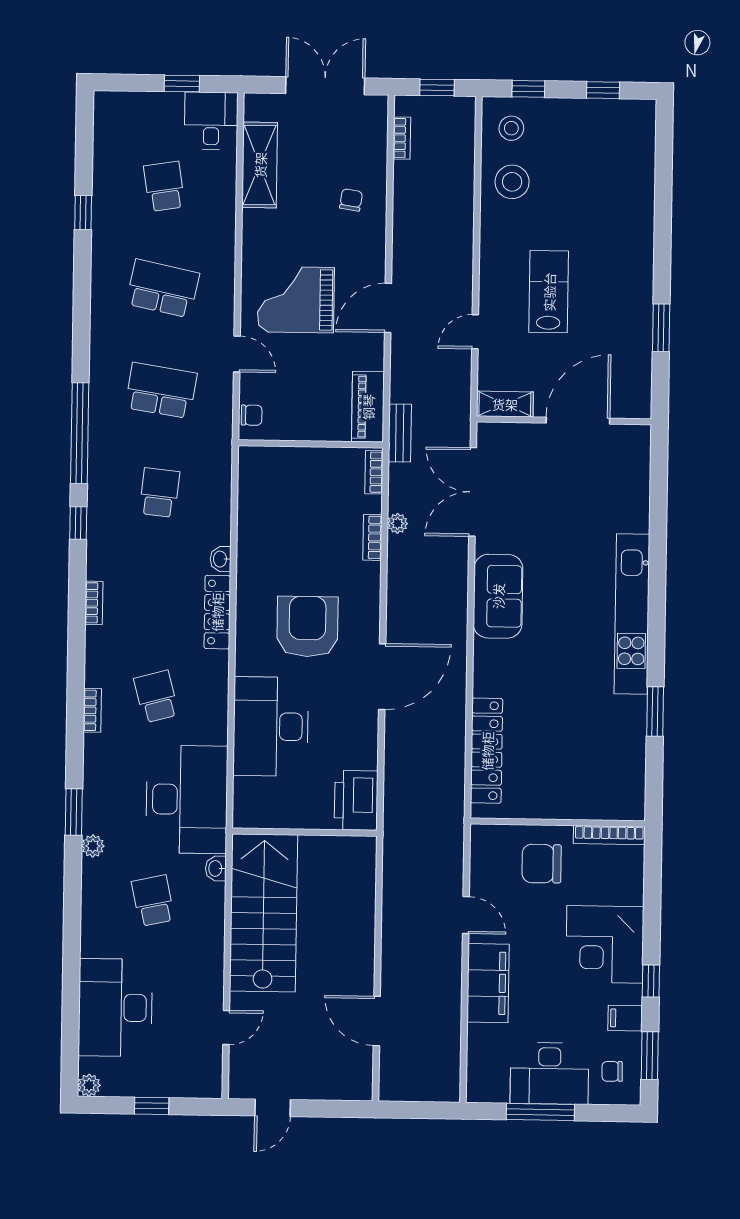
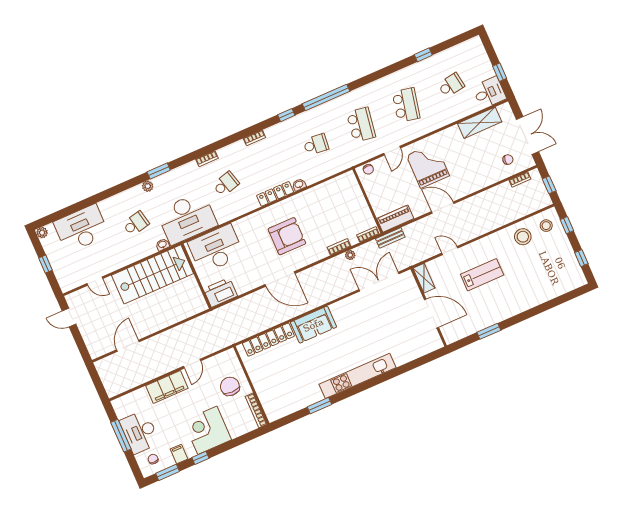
chair: (351, 200) -> (508, 160), moved
sofa: (498, 596) -> (313, 325), moved
desk: (271, 726) -> (216, 249), moved

